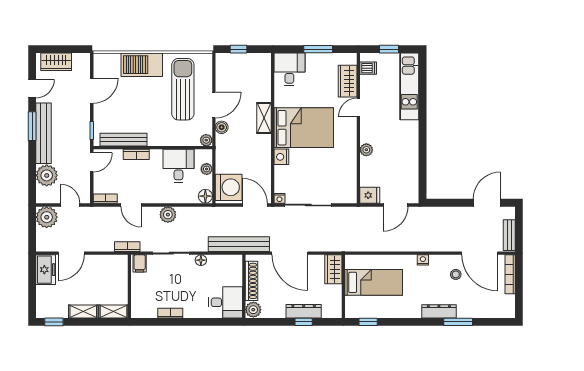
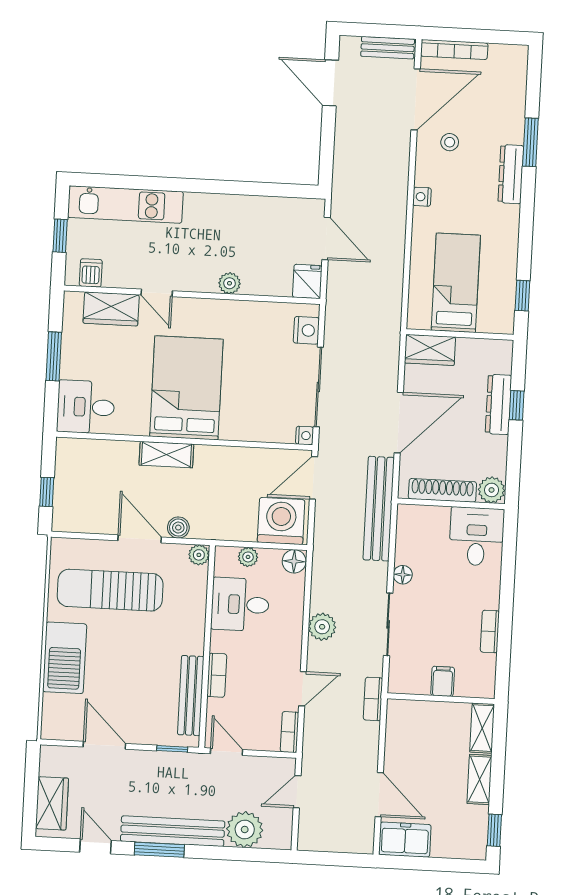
nightstand: (281, 157) -> (306, 330), moved, turned -90
plant: (47, 217) -> (316, 833), removed
filing cabinet: (140, 263) -> (443, 681), moved, turned -90

